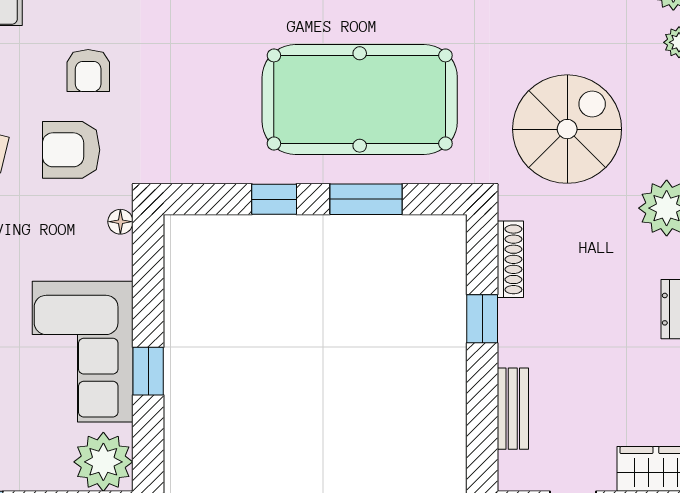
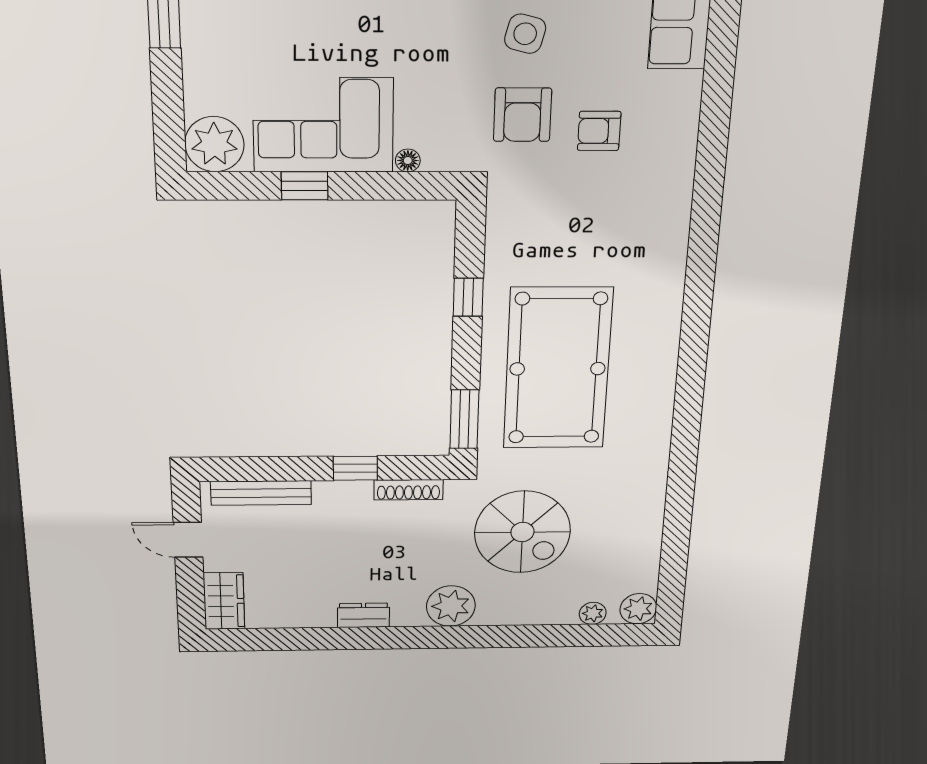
armchair: (71, 150) -> (522, 115), turned 180
window: (366, 199) -> (464, 419), moved
floor lamp: (120, 222) -> (408, 160), moved
bench: (513, 409) -> (261, 493), width x1.36

